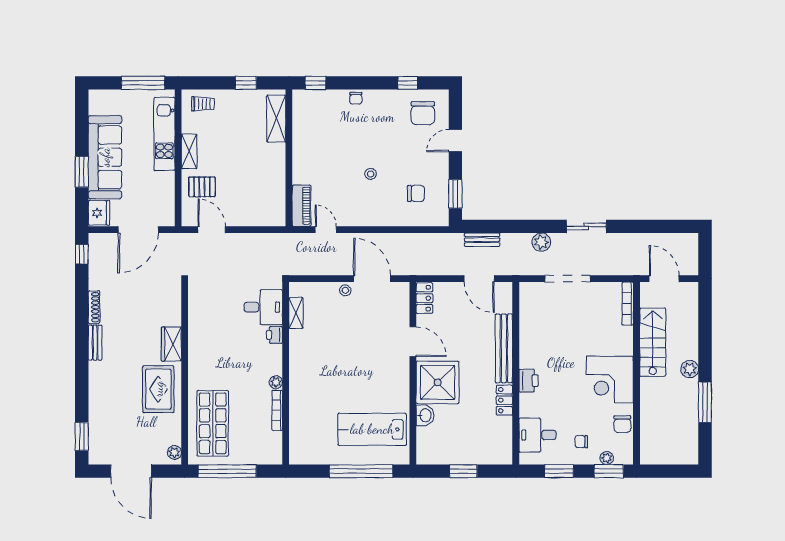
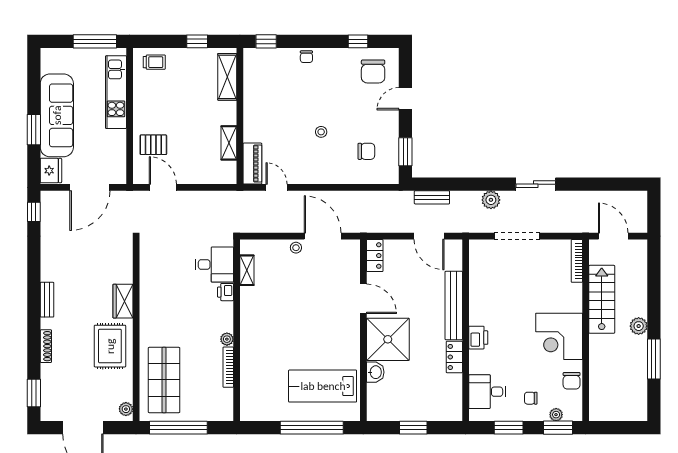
shelving: (189, 151) -> (229, 143), moved
shoe rack: (94, 307) -> (46, 346), moved

